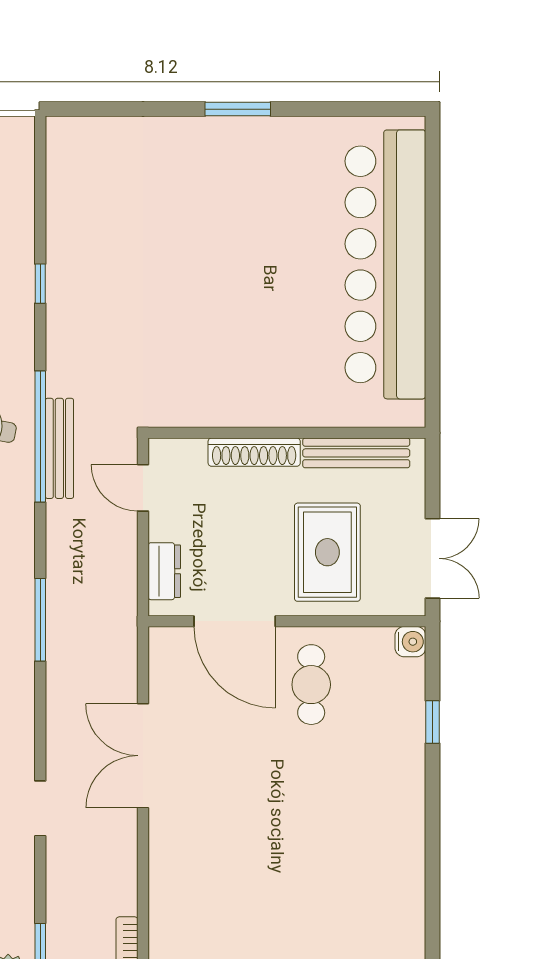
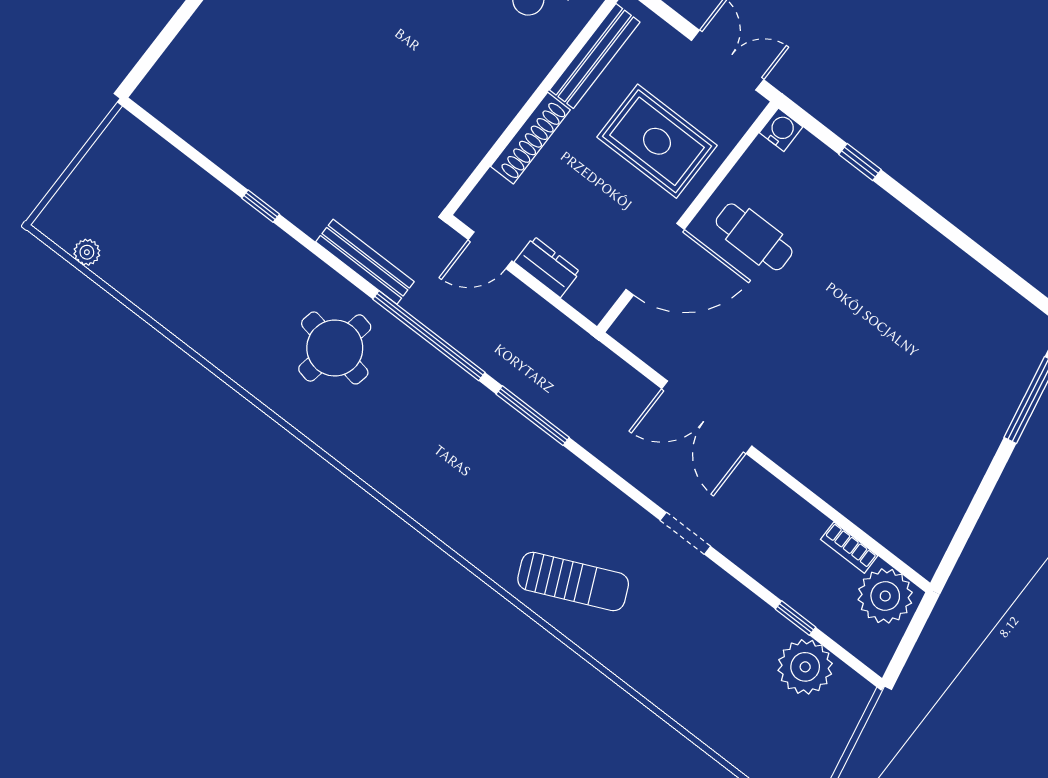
window: (40, 436) -> (429, 336), moved
bench: (59, 448) -> (365, 262), moved
dresser: (164, 571) -> (547, 267), moved

